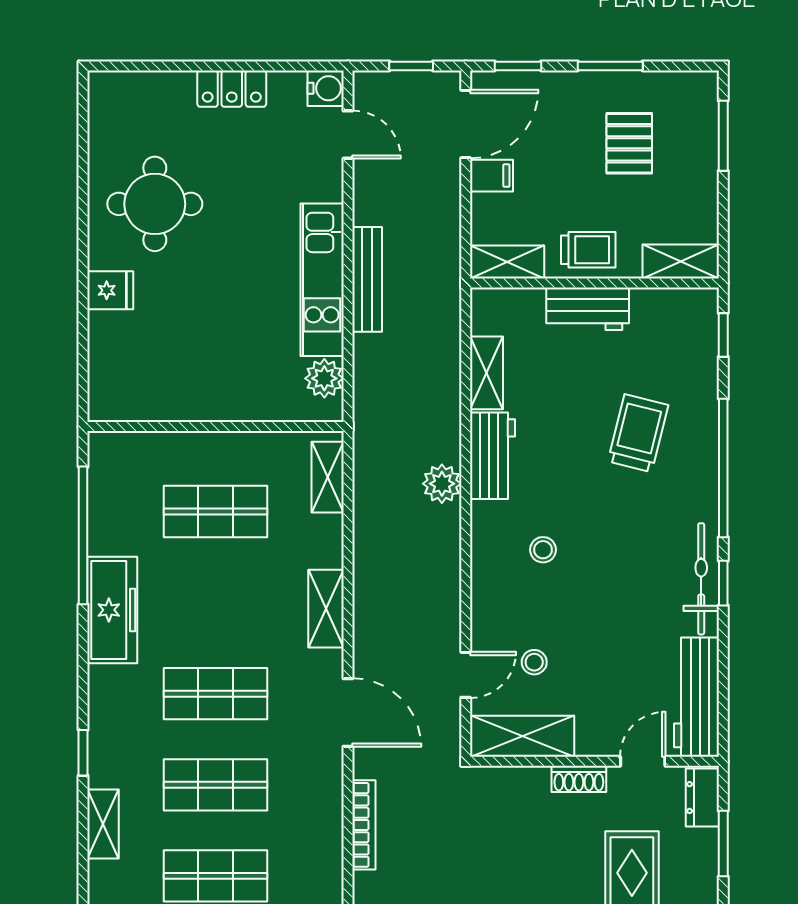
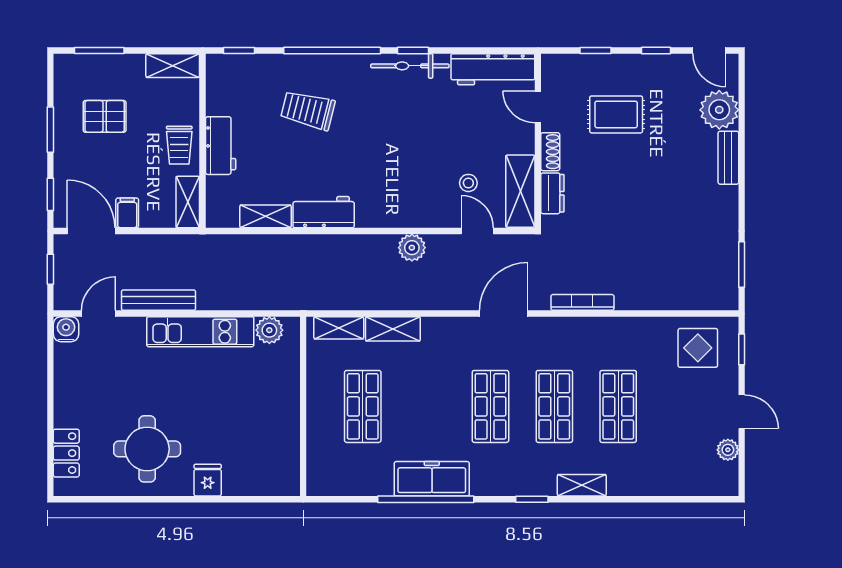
locker: (232, 89) -> (66, 453), moved
trolley: (588, 250) -> (179, 145), turned 180
shelving: (681, 261) -> (173, 66), moved, turned 90
bench: (367, 279) -> (158, 300), moved
plant: (442, 484) -> (412, 248), moved
window: (83, 535) -> (426, 499), moved
stool: (543, 550) -> (390, 177), removed
shelving: (326, 609) -> (393, 329), moved
dresser: (702, 798) -> (552, 193), moved, turned -90
window: (723, 844) -> (596, 50), width x0.67

